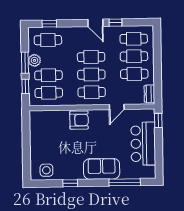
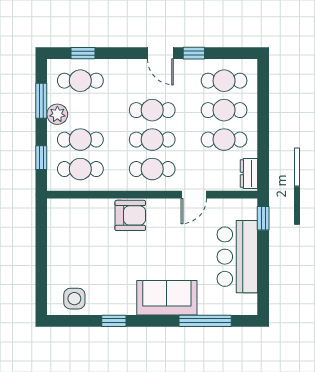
window: (25, 63) -> (41, 101), moved

